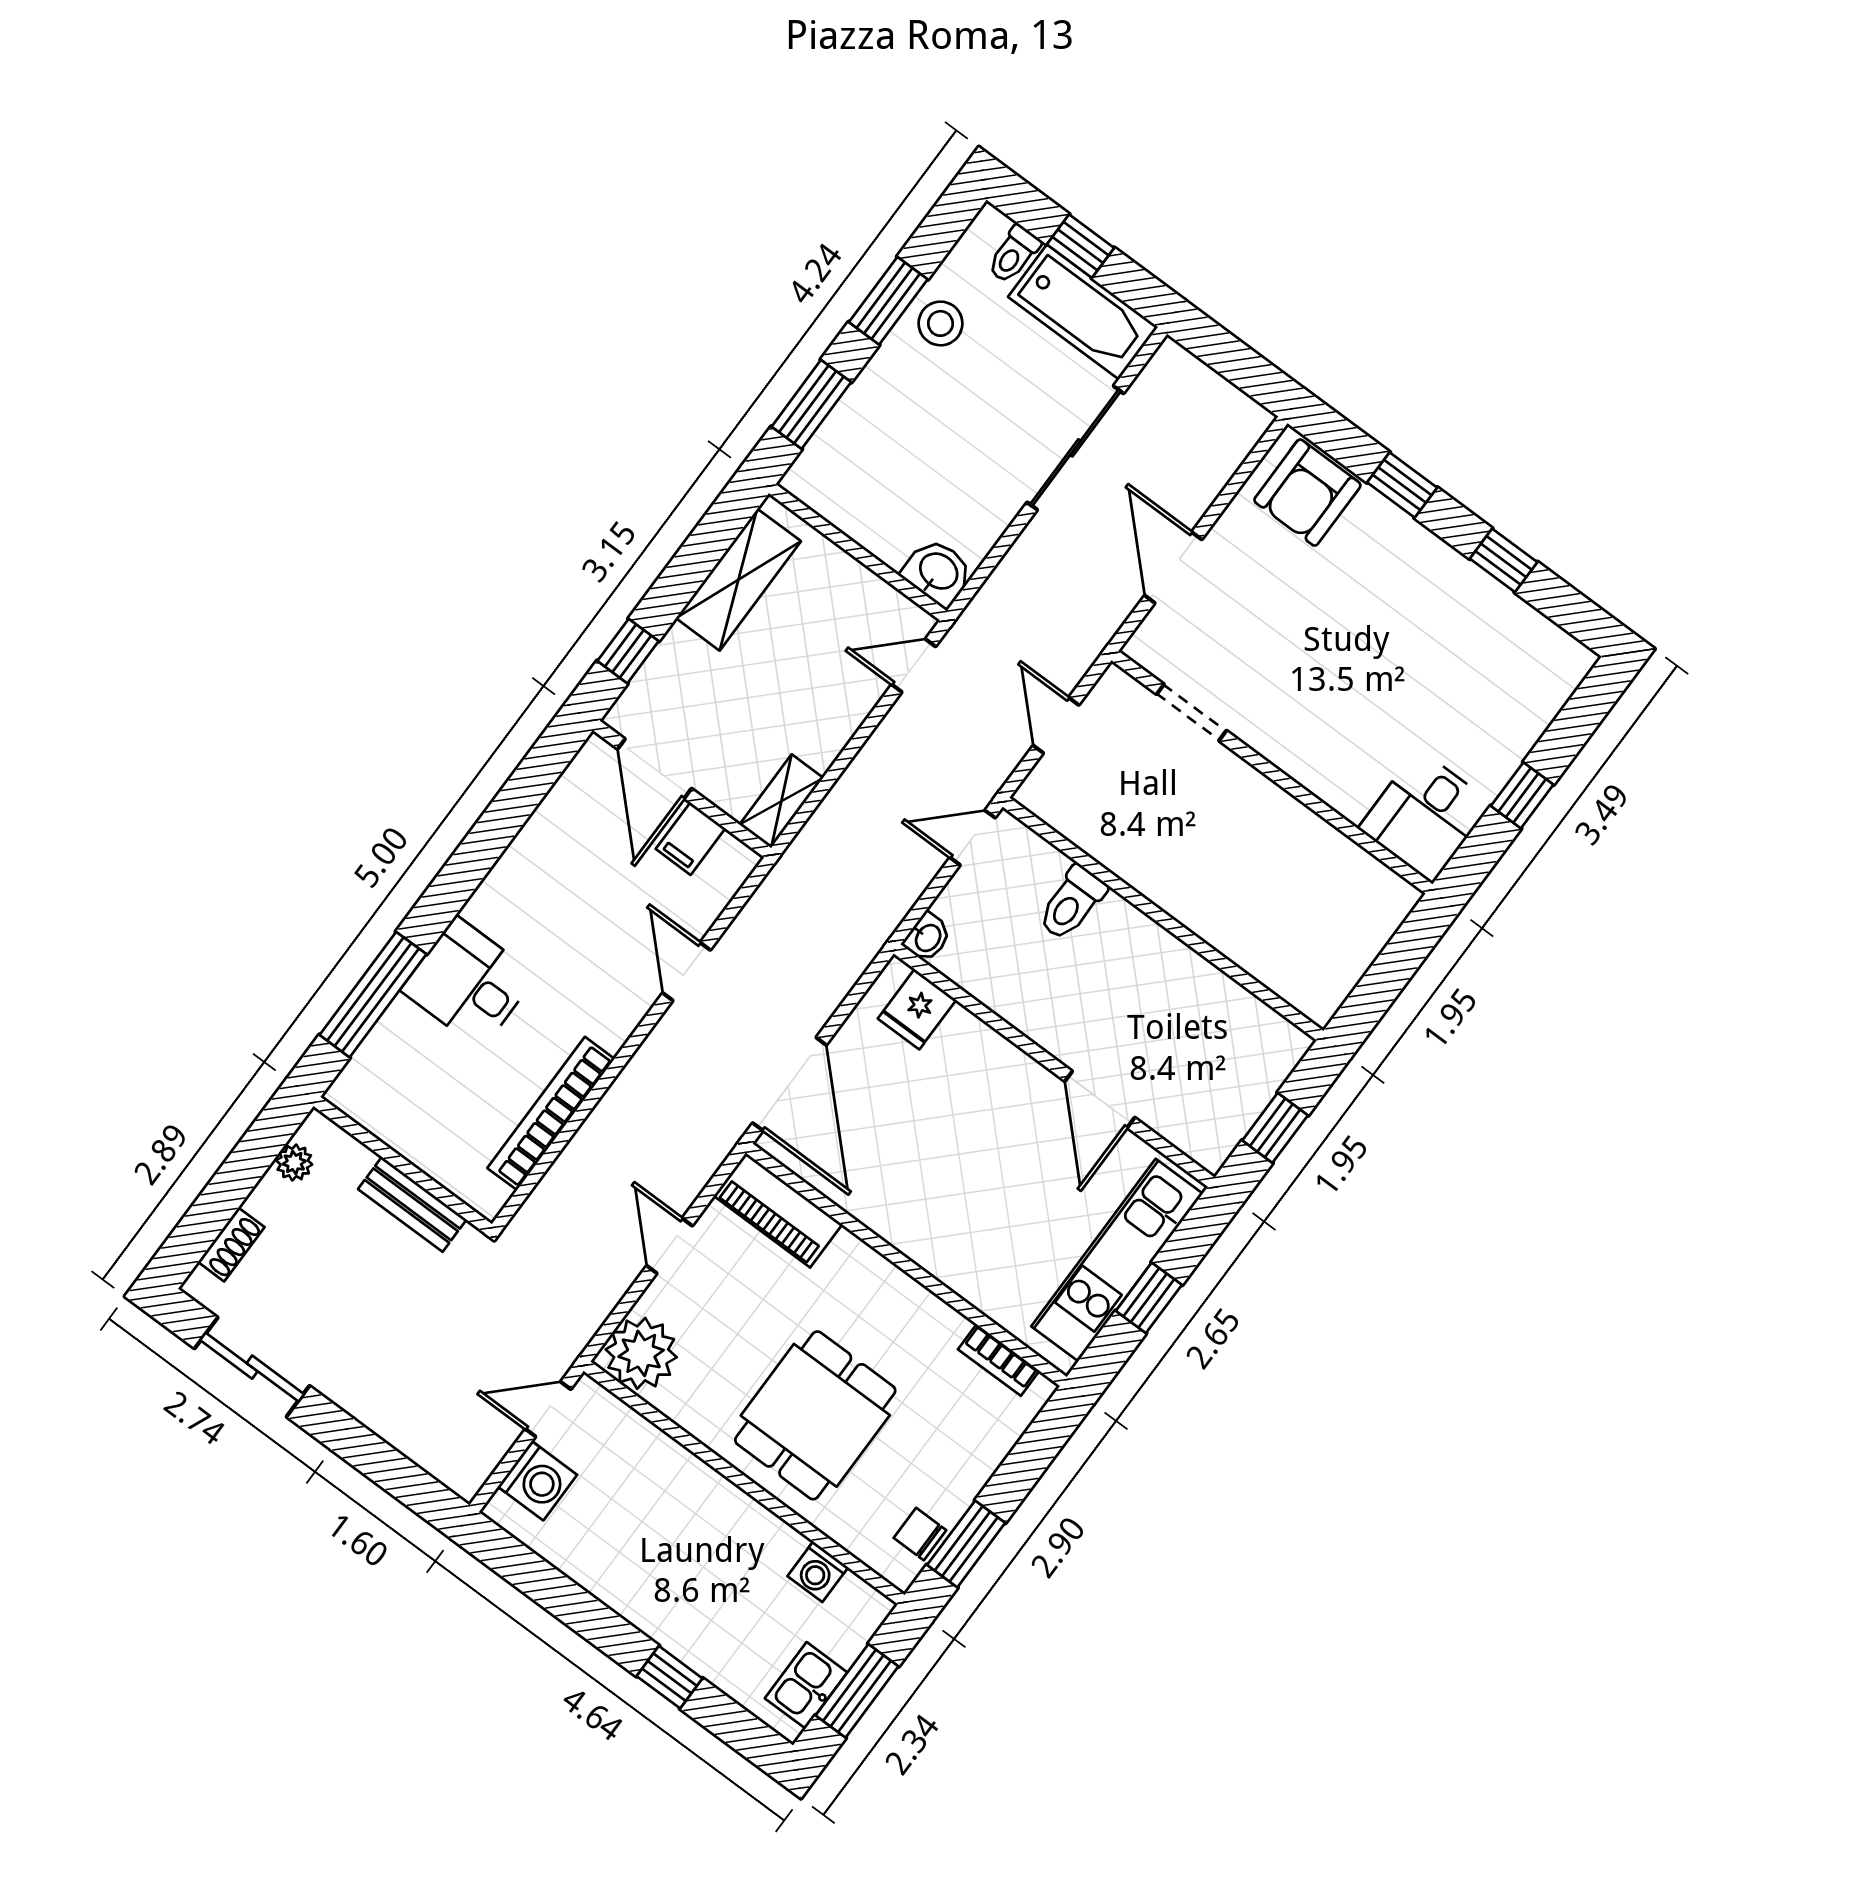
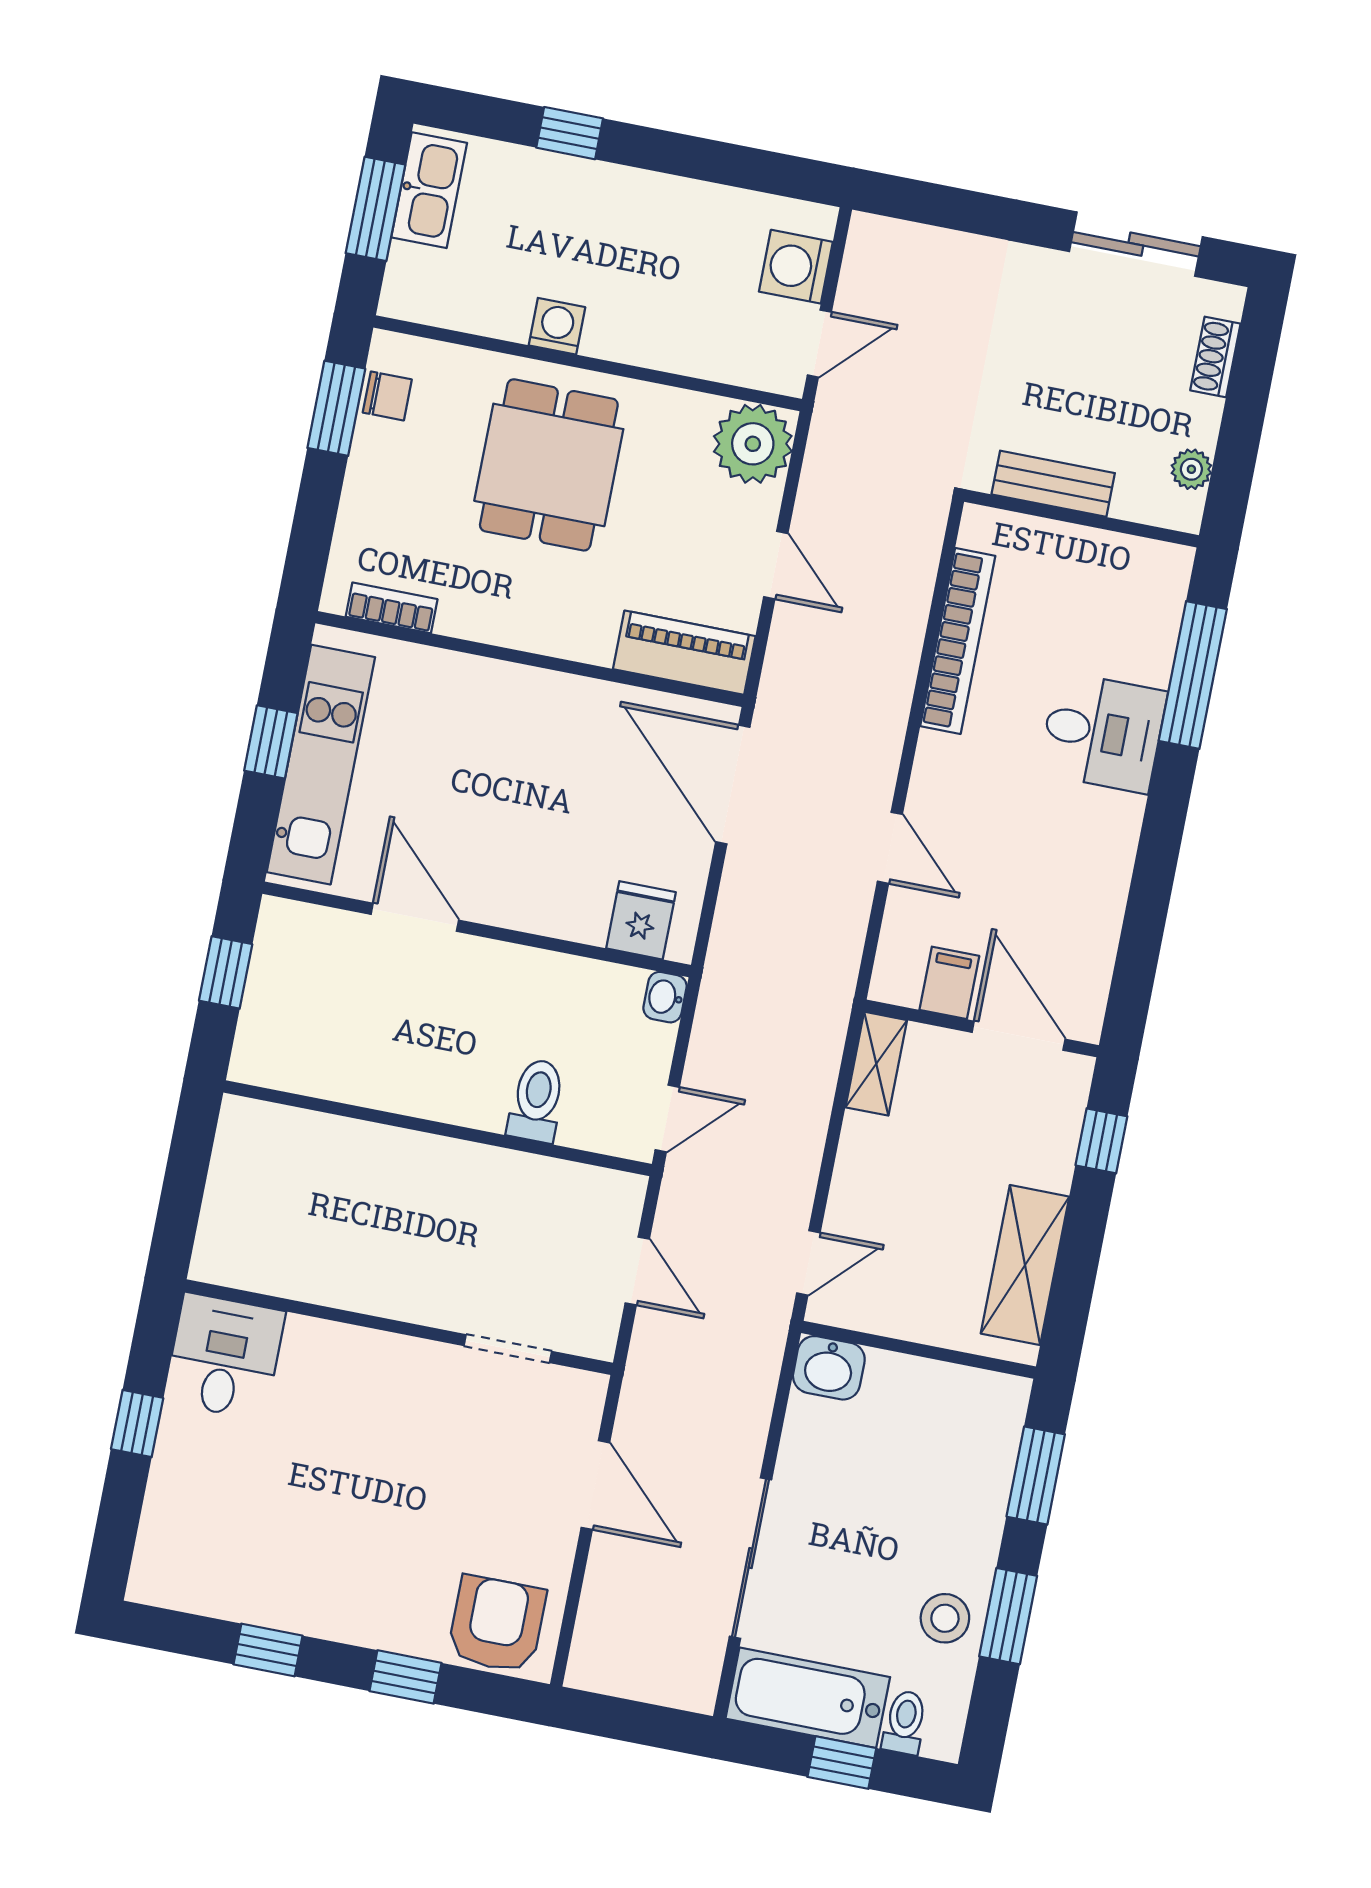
washing machine: (818, 1572) -> (557, 326), moved
kitchen sink: (806, 1685) -> (429, 190), width x1.38

